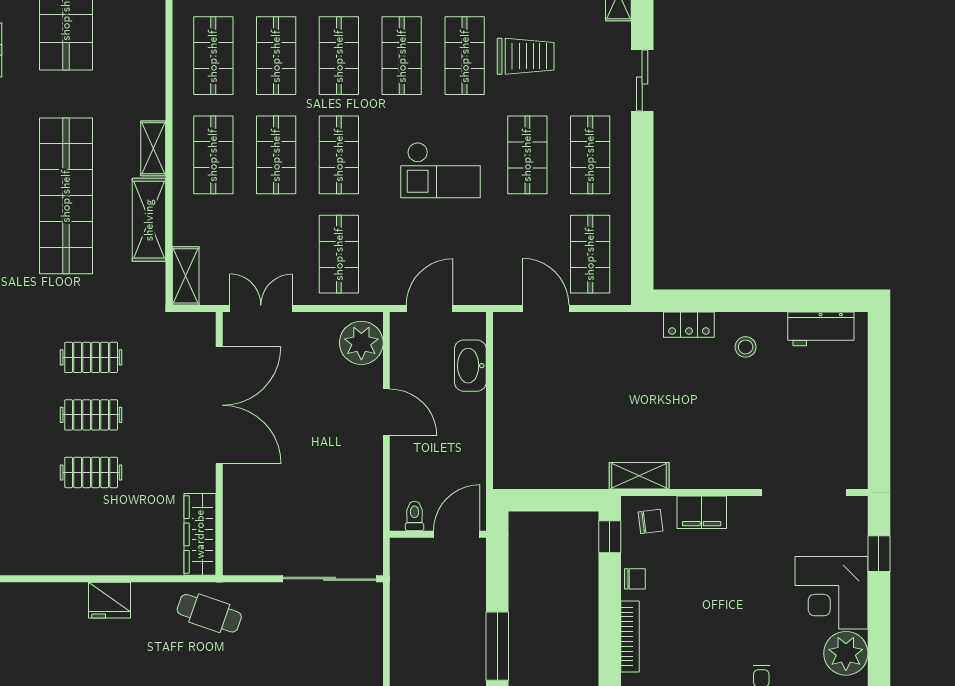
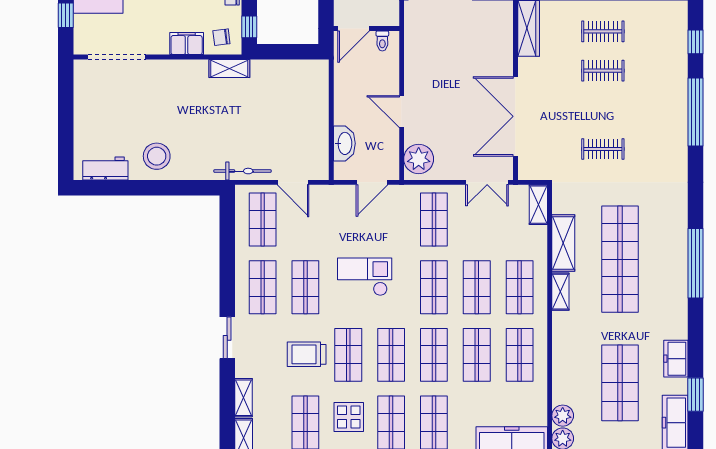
bicycle: (620, 325) -> (242, 171), added
locker: (689, 325) -> (195, 171), removed
stool: (746, 347) -> (157, 156), width x1.89, depth x1.89
clothes rail: (91, 415) -> (603, 31), moved

